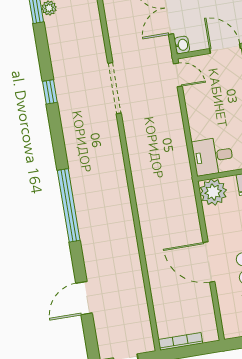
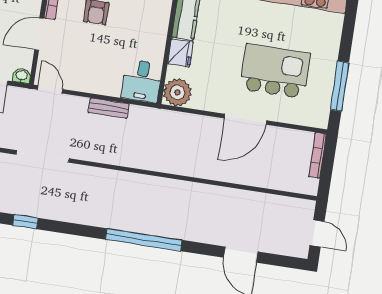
door: (178, 75) -> (50, 89), hinge flipped
bench: (178, 134) -> (109, 108), added
bookcase: (180, 341) -> (317, 155), moved

